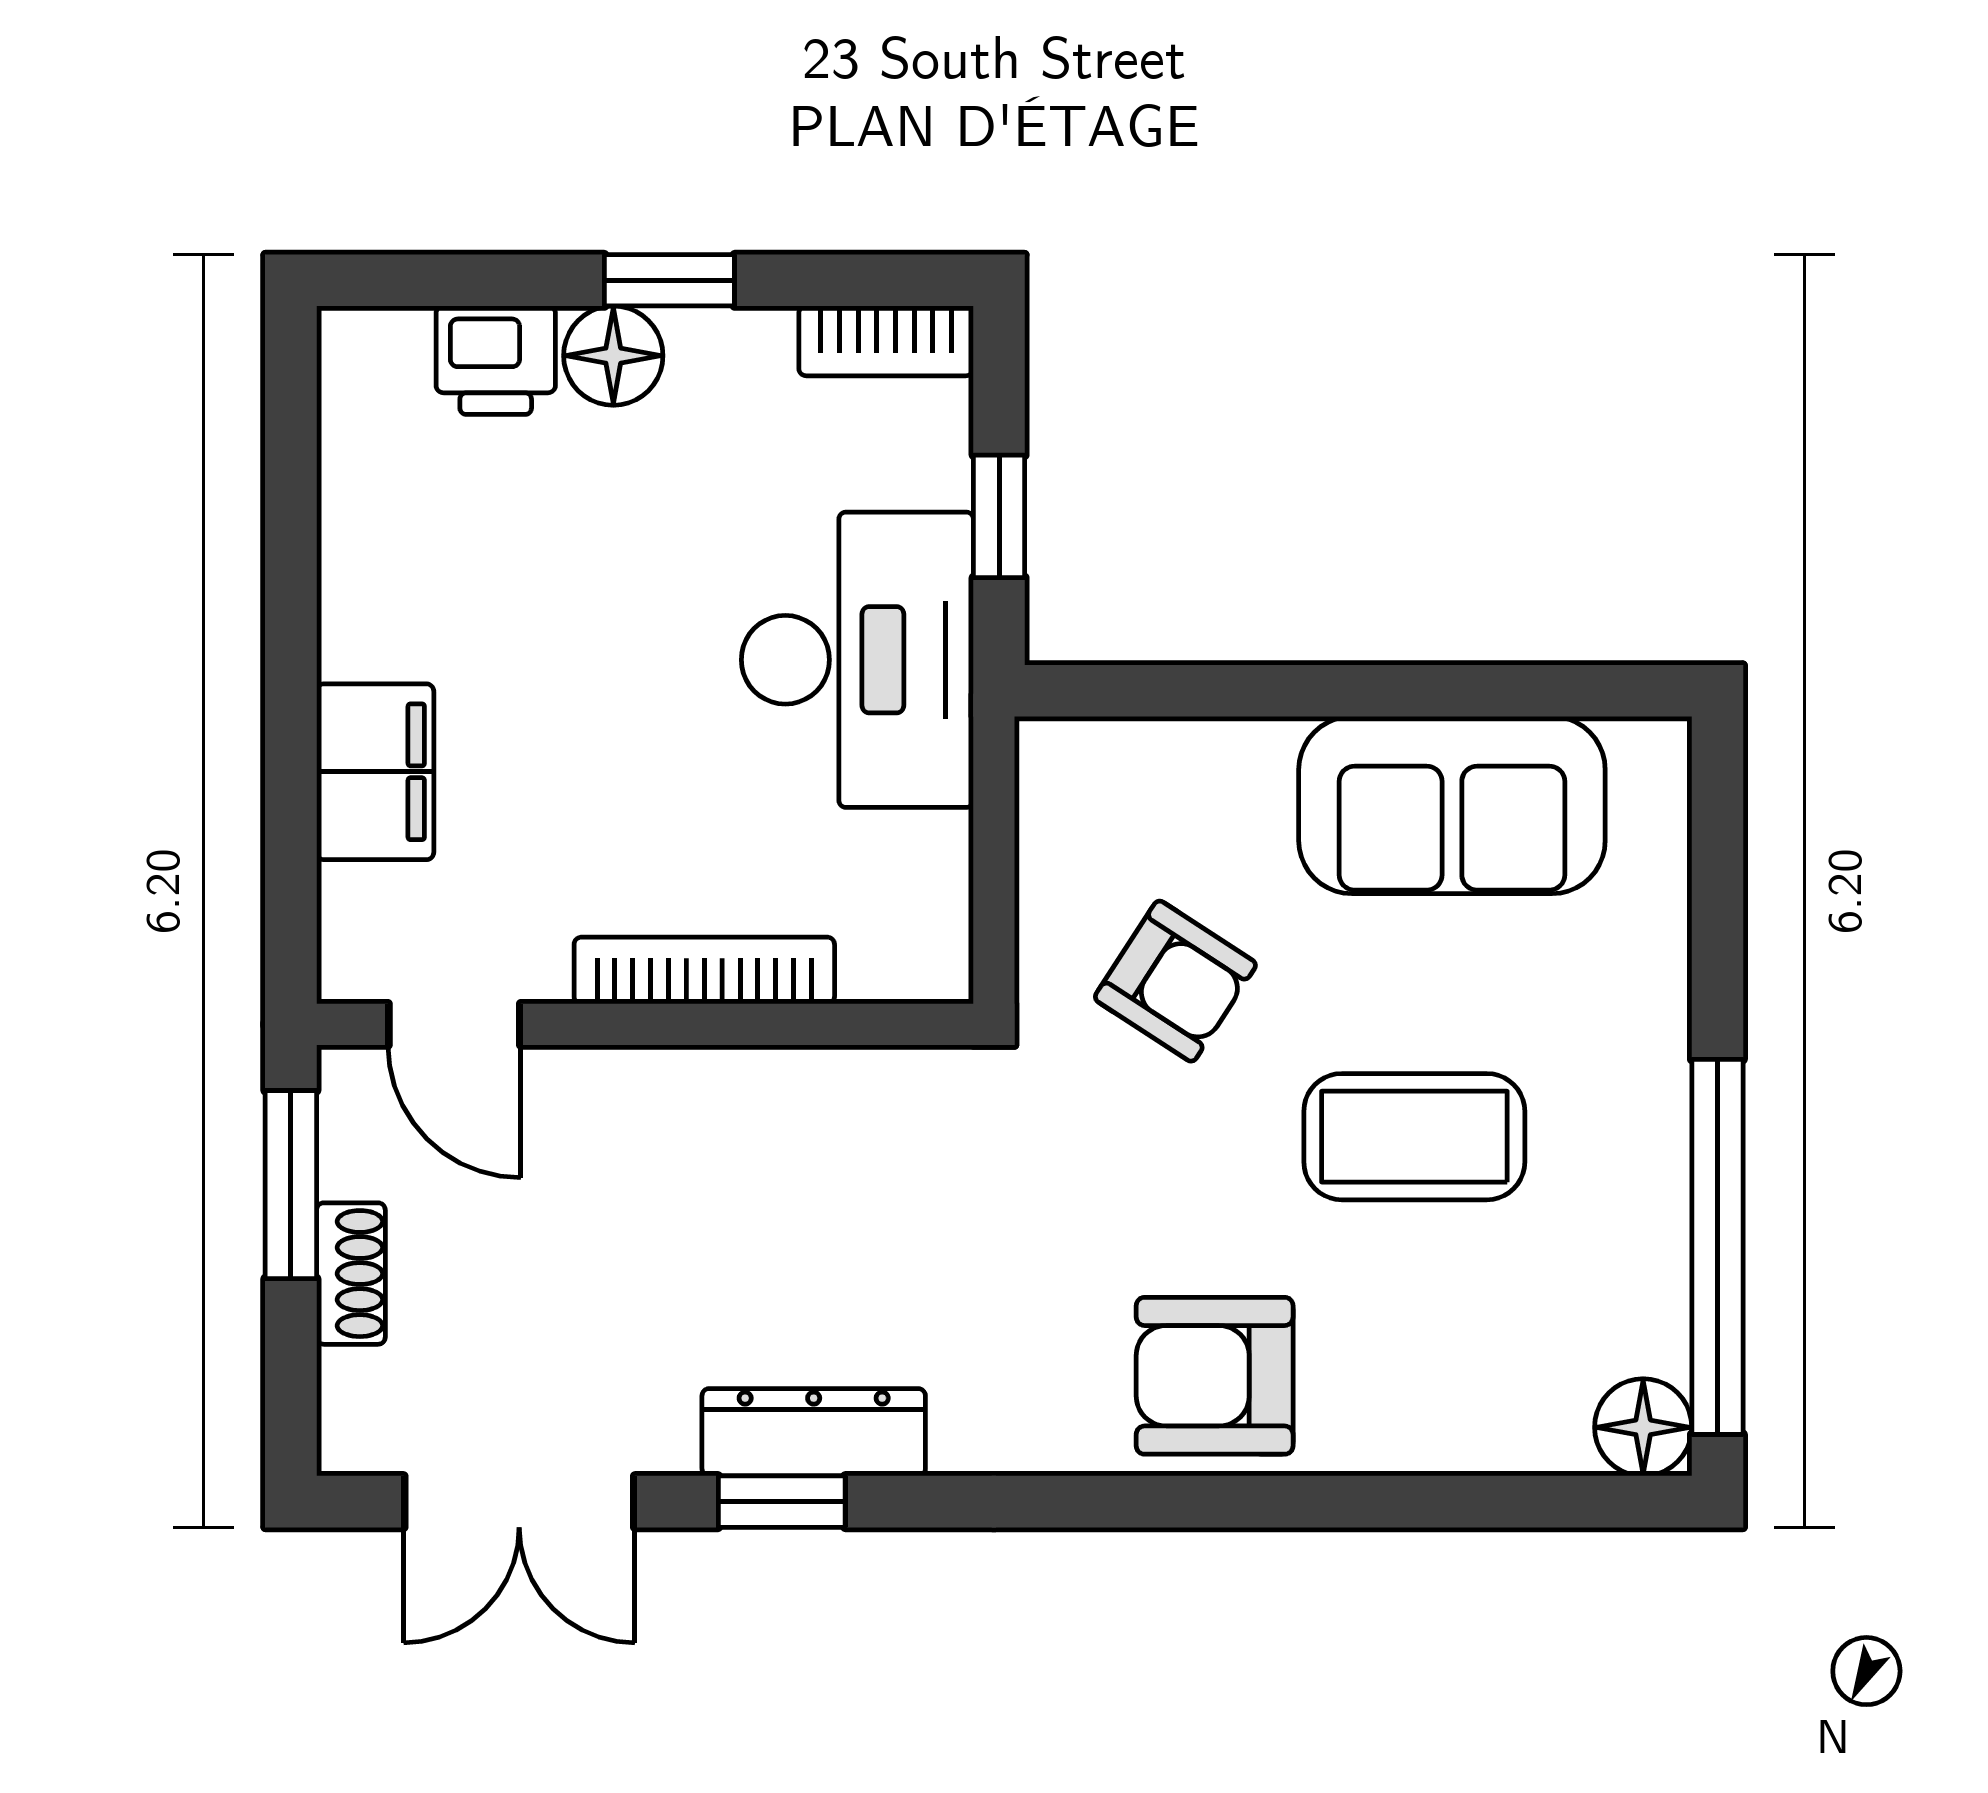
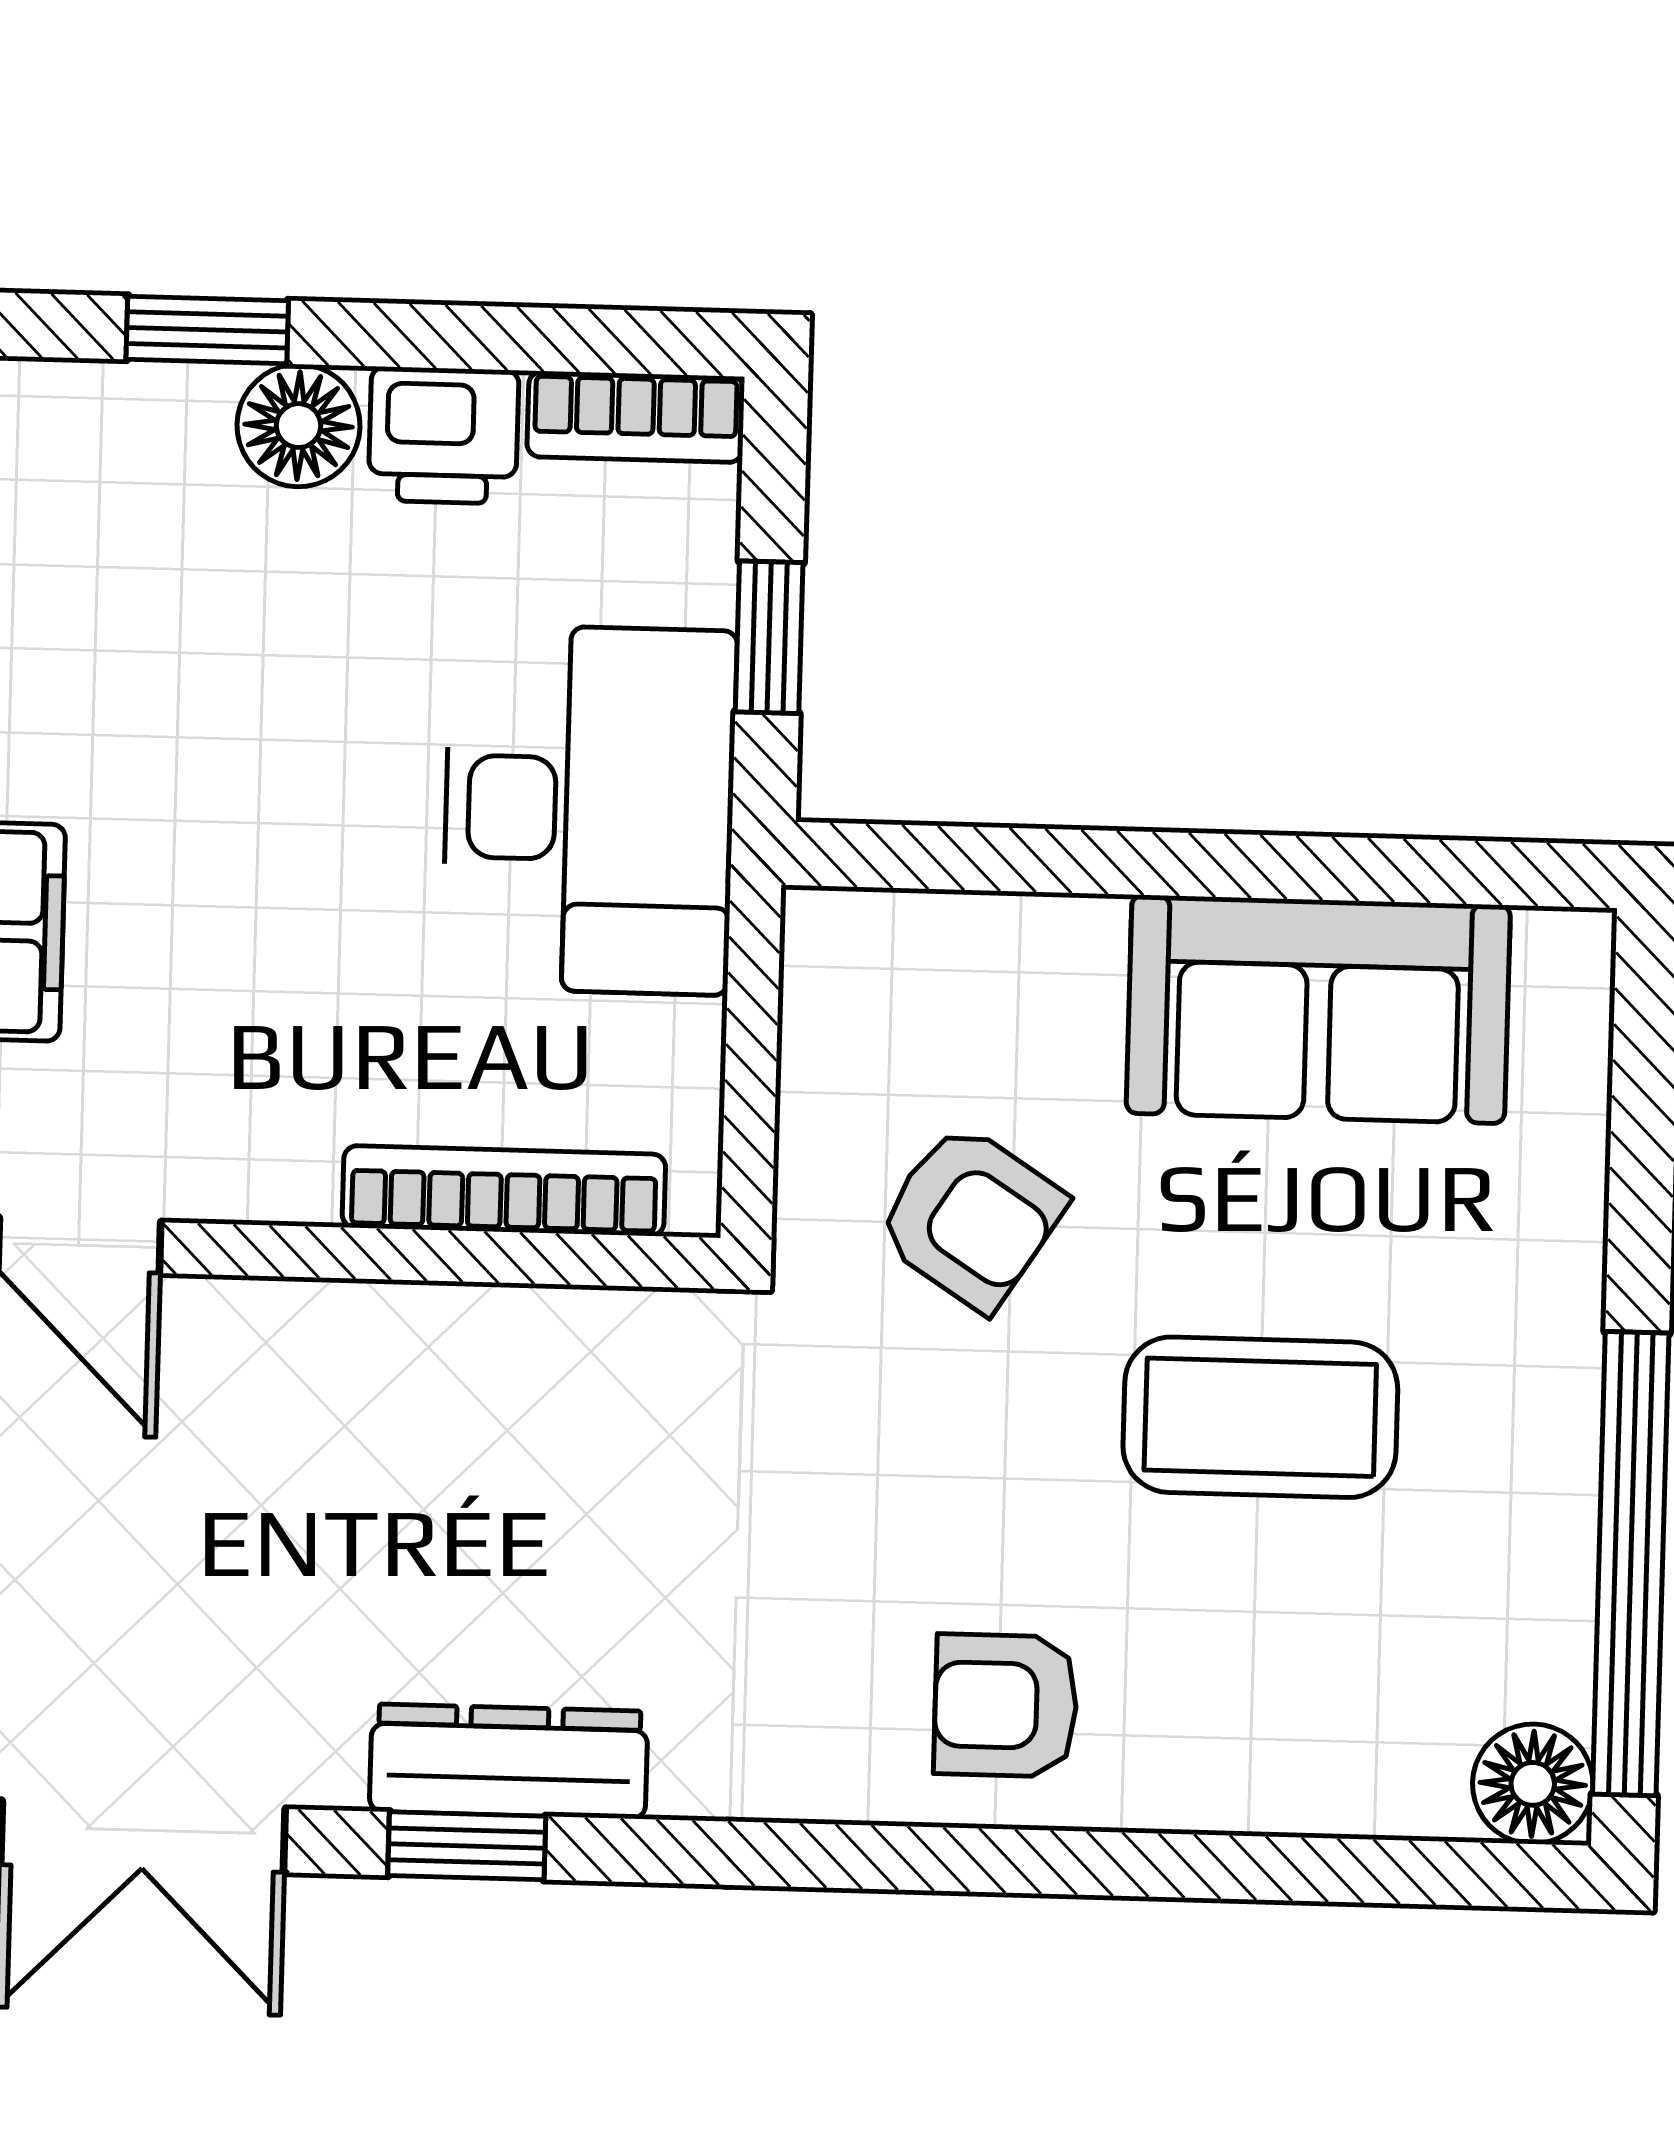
window: (669, 280) -> (207, 330), moved
printer: (496, 360) -> (443, 435), moved
bookcase: (704, 970) -> (504, 1191), moved
armchair: (1215, 1376) -> (1006, 1705), width x0.72, depth x0.72

